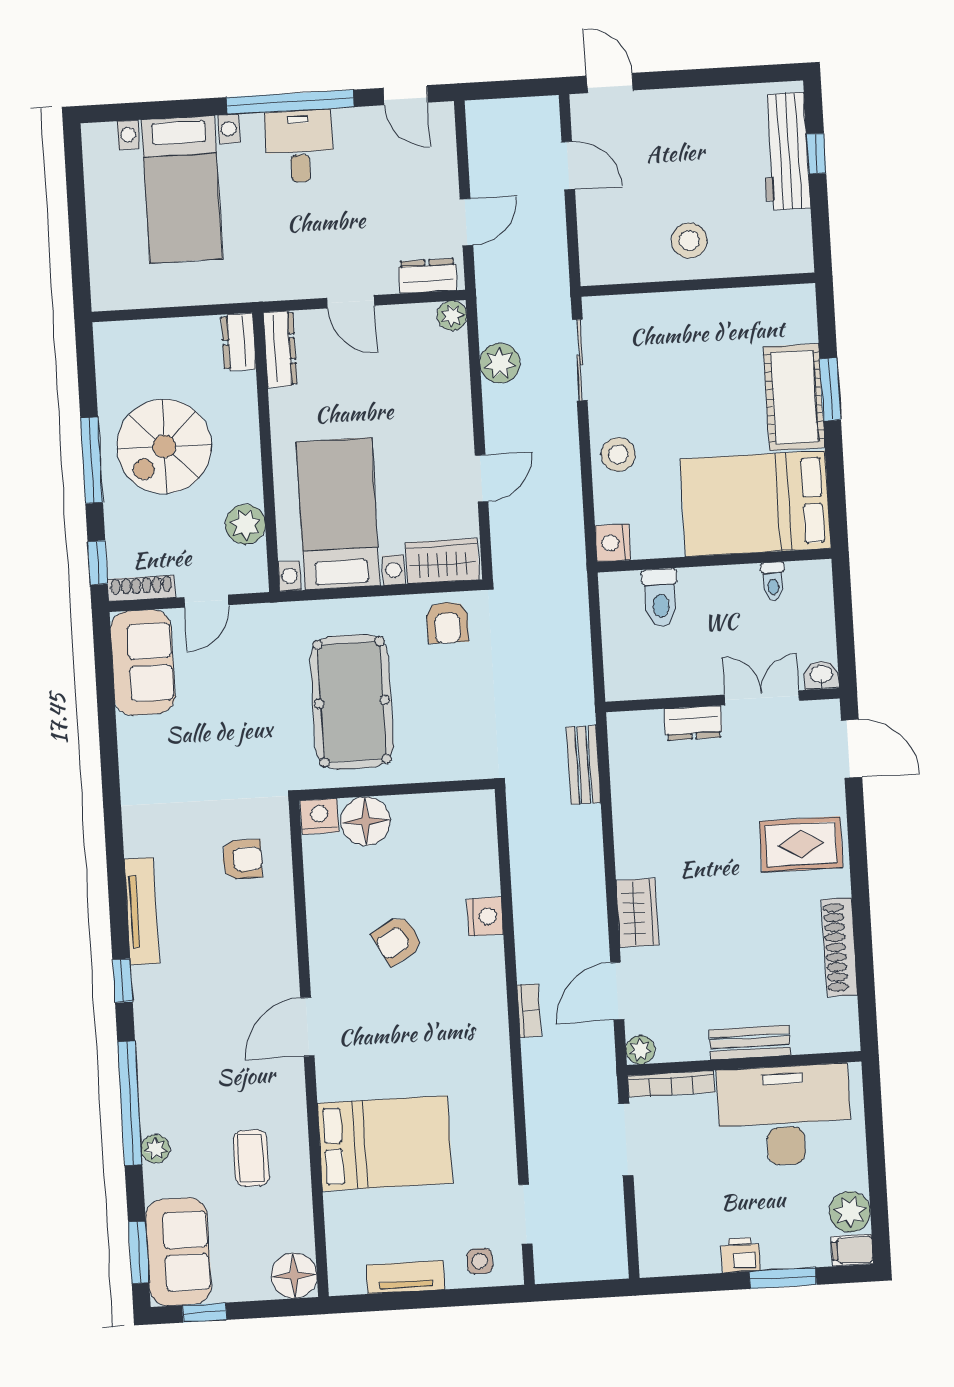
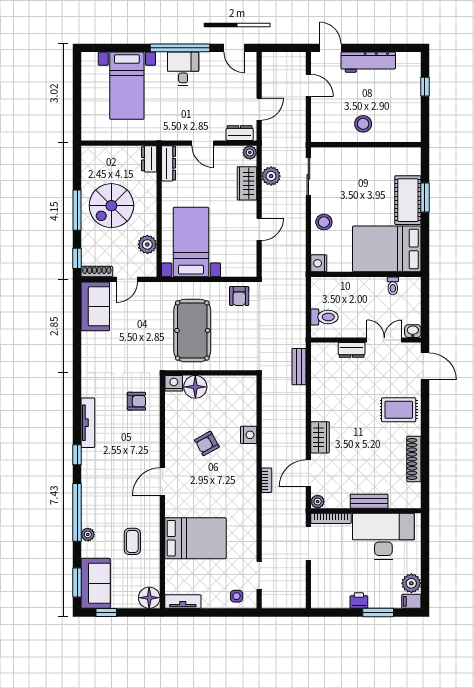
workbench: (786, 151) -> (368, 62), moved, turned -90
wardrobe: (442, 561) -> (247, 183), moved, turned -90
toilet: (660, 598) -> (324, 317), moved, turned -90
tv unit: (406, 1277) -> (183, 602), moved

